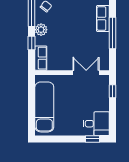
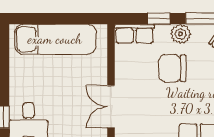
chair: (62, 35) -> (172, 68), added
double door: (86, 73) -> (111, 107), swing flipped

